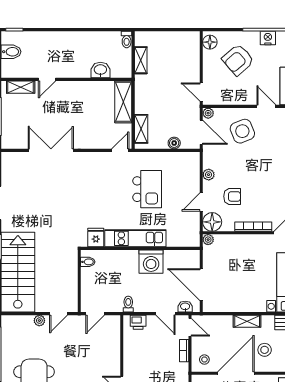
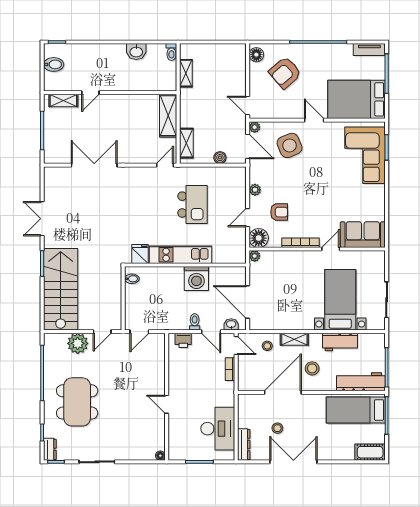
nightstand: (268, 38) -> (315, 50), removed
washbasin: (100, 70) -> (136, 52), moved, turned 180
toilet: (128, 304) -> (195, 322), moved
plant: (39, 321) -> (78, 343), width x1.88, depth x1.88
stool: (204, 360) -> (267, 346), moved

